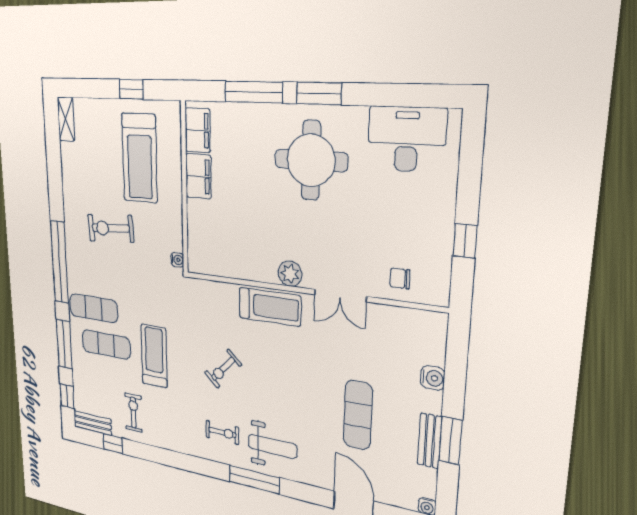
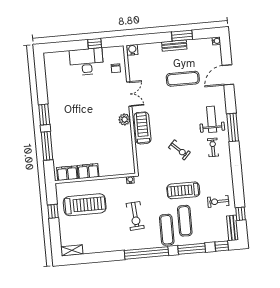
desk: (406, 139) -> (86, 62), moved, turned 90
round table: (311, 160) -> (72, 115), removed
exercise bike: (111, 228) -> (135, 216), moved
water cooler: (433, 378) -> (132, 50), moved
bench: (430, 441) -> (174, 46), moved

